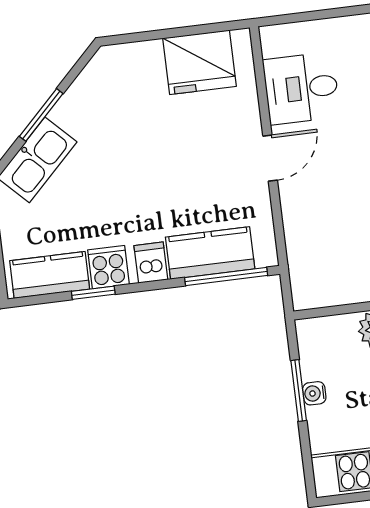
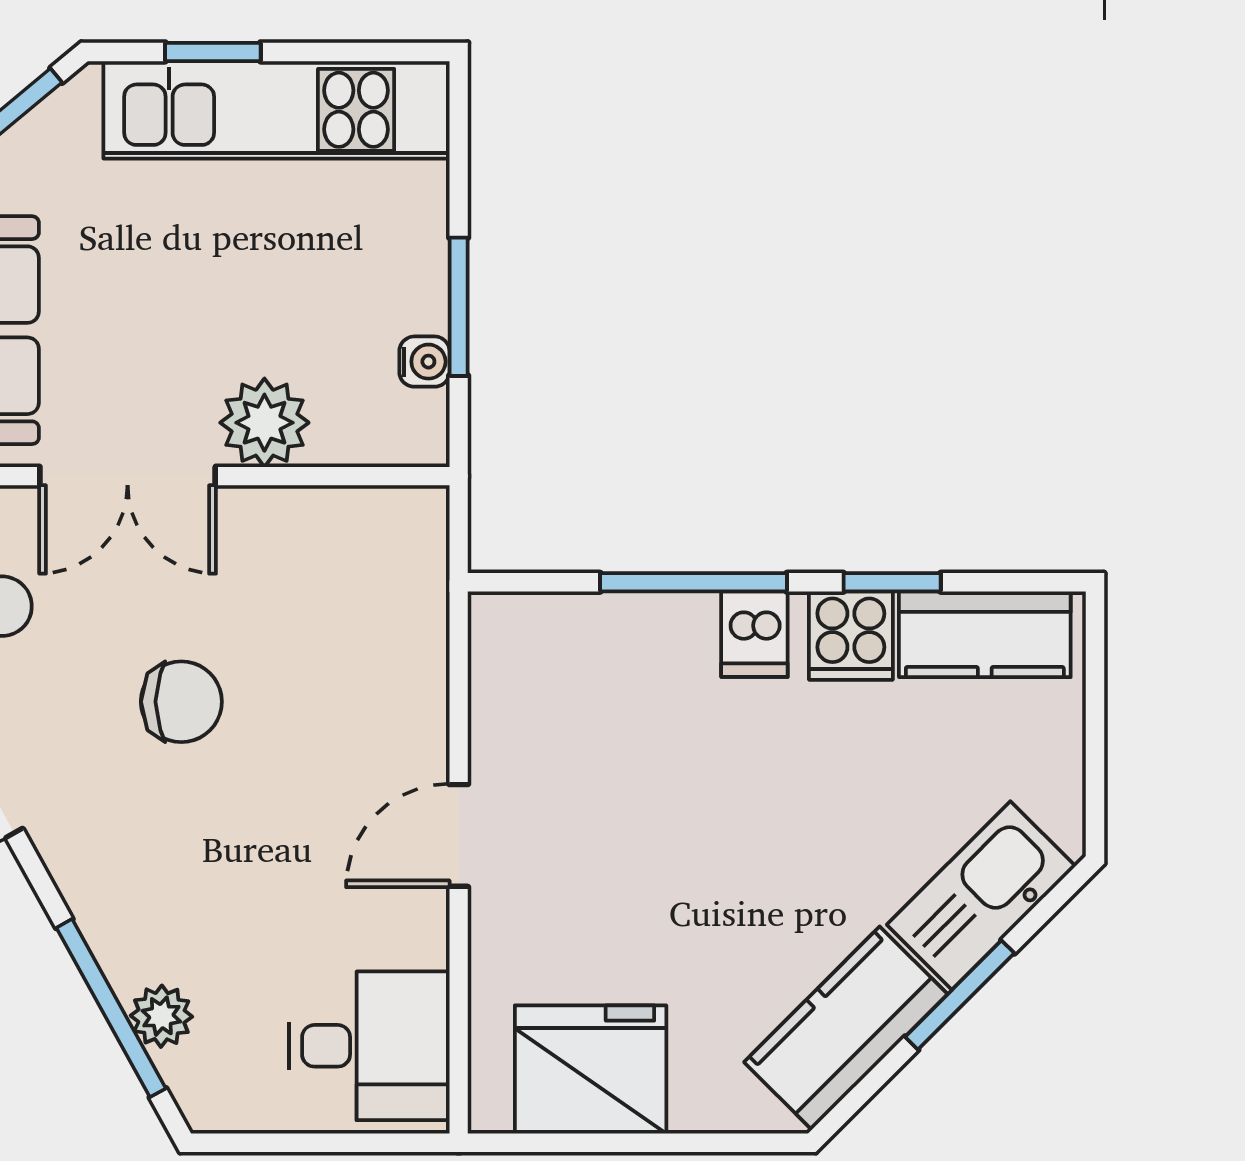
desk: (301, 88) -> (369, 1046), moved
kitchen counter: (210, 253) -> (846, 1028), moved, turned 135
window: (226, 276) -> (694, 582), moved
water cooler: (314, 393) -> (424, 362), moved

